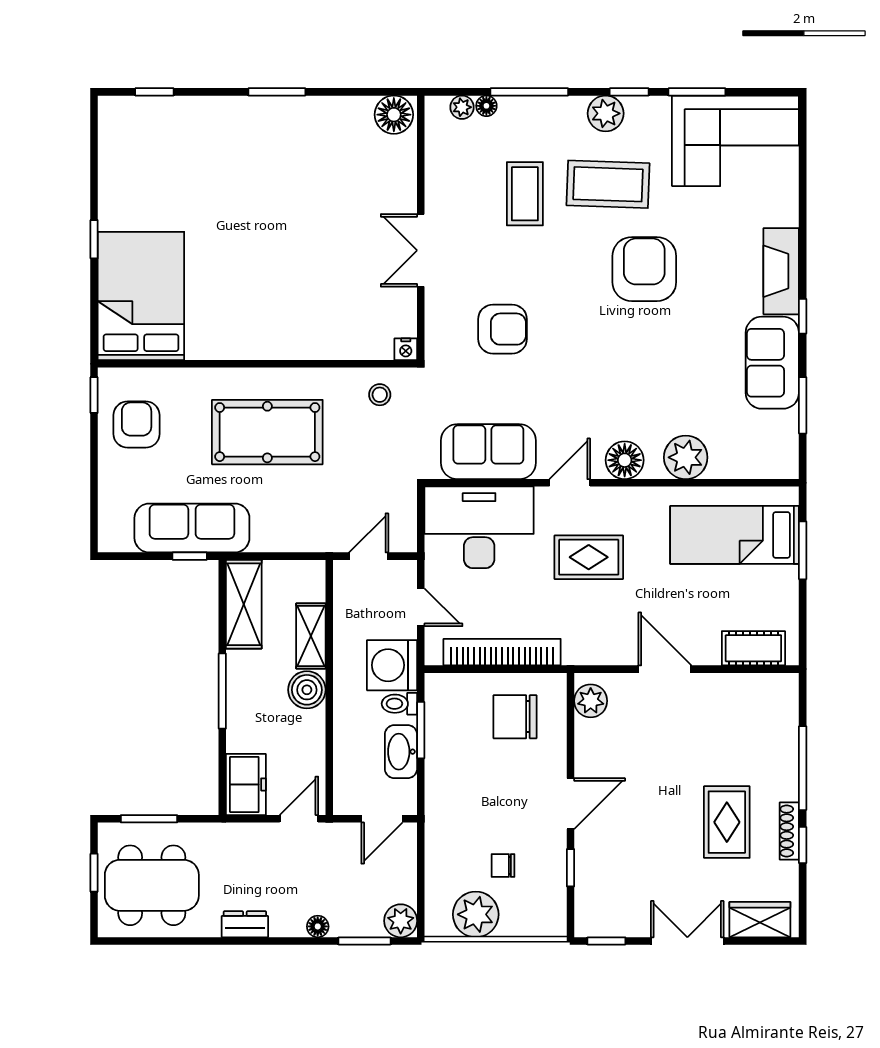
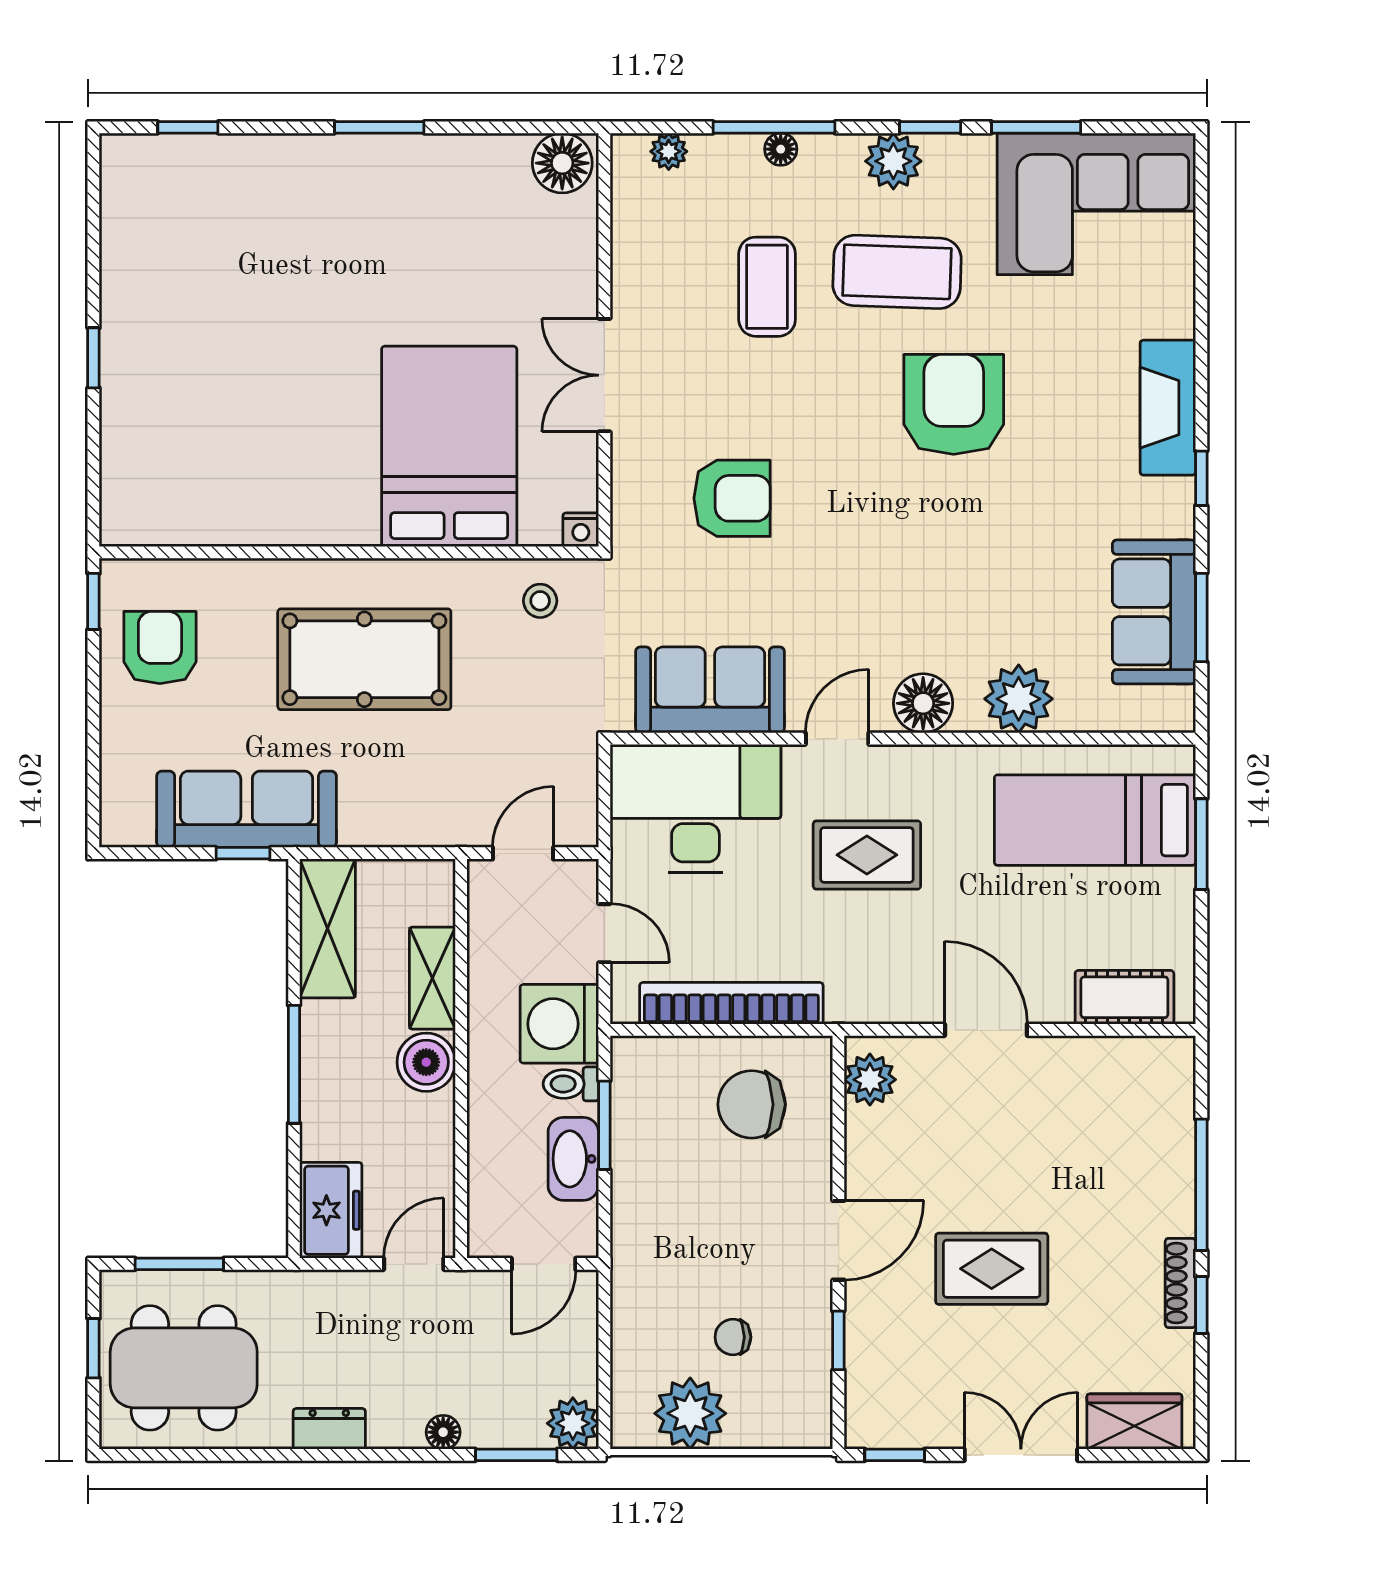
floor lamp: (486, 106) -> (781, 149), moved
bed: (141, 296) -> (449, 446), moved
sofa: (772, 363) -> (1154, 612), moved
rug: (727, 822) -> (992, 1269), moved, turned 90

